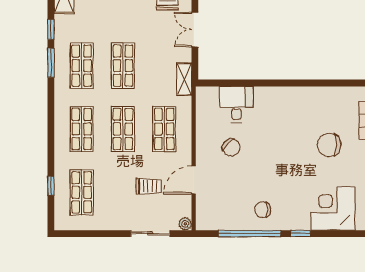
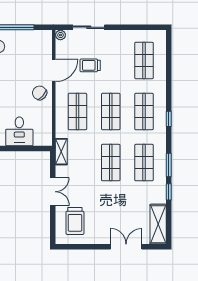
chair: (231, 147) -> (40, 93), moved
window: (51, 186) -> (169, 119), moved

